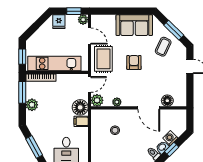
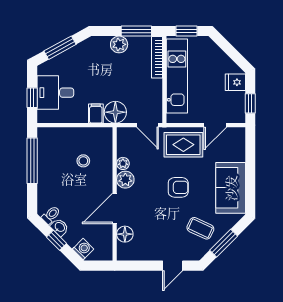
plant: (83, 20) -> (238, 116), removed
plant: (97, 100) -> (125, 180), moved
washing machine: (170, 138) -> (83, 249), moved

